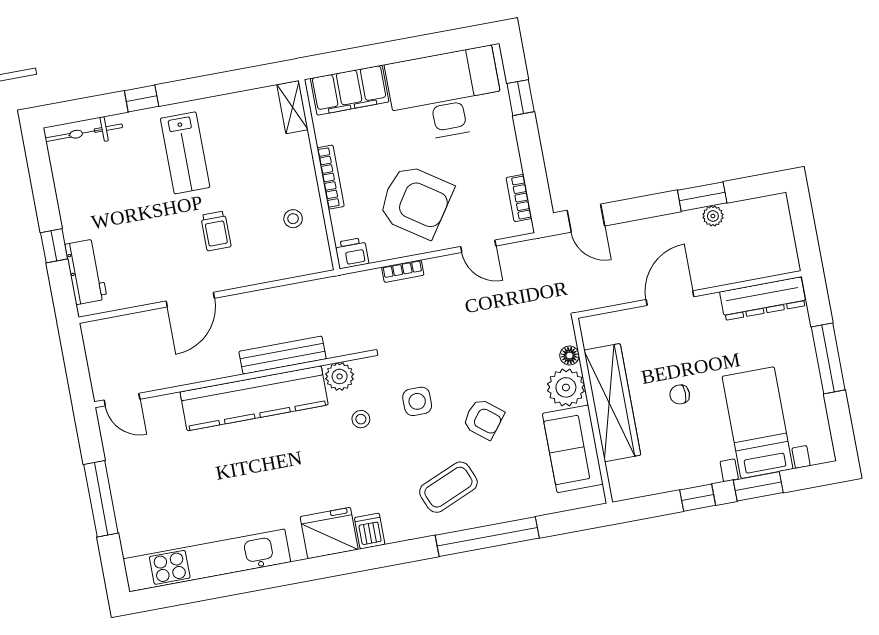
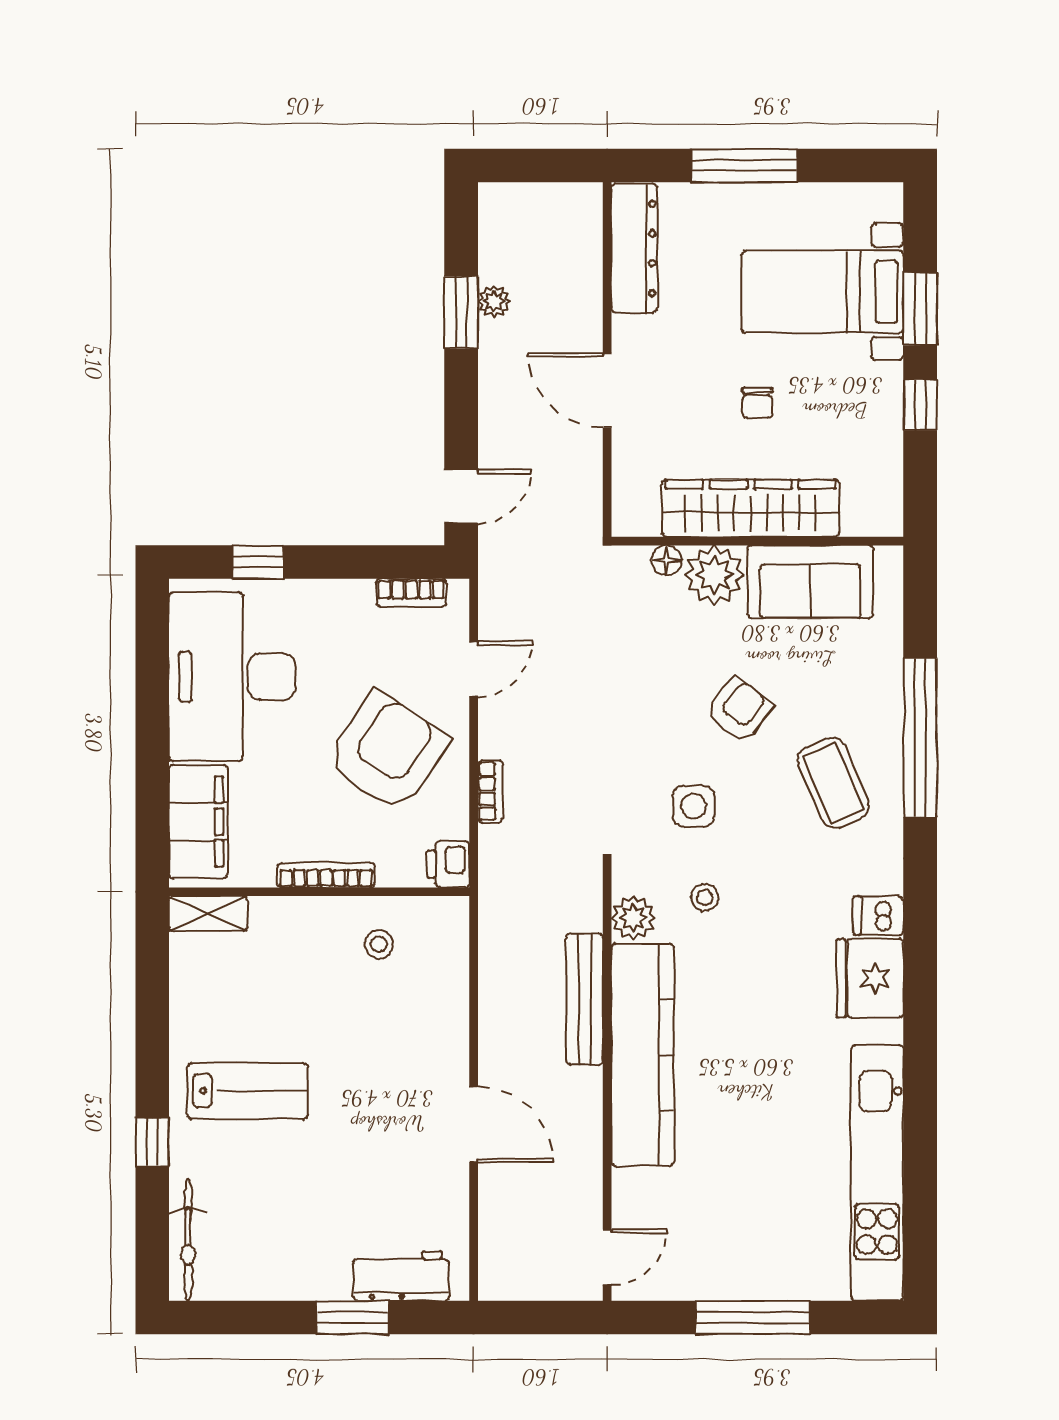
trolley: (216, 231) -> (376, 1066), removed
window: (54, 246) -> (353, 1317), width x1.50

